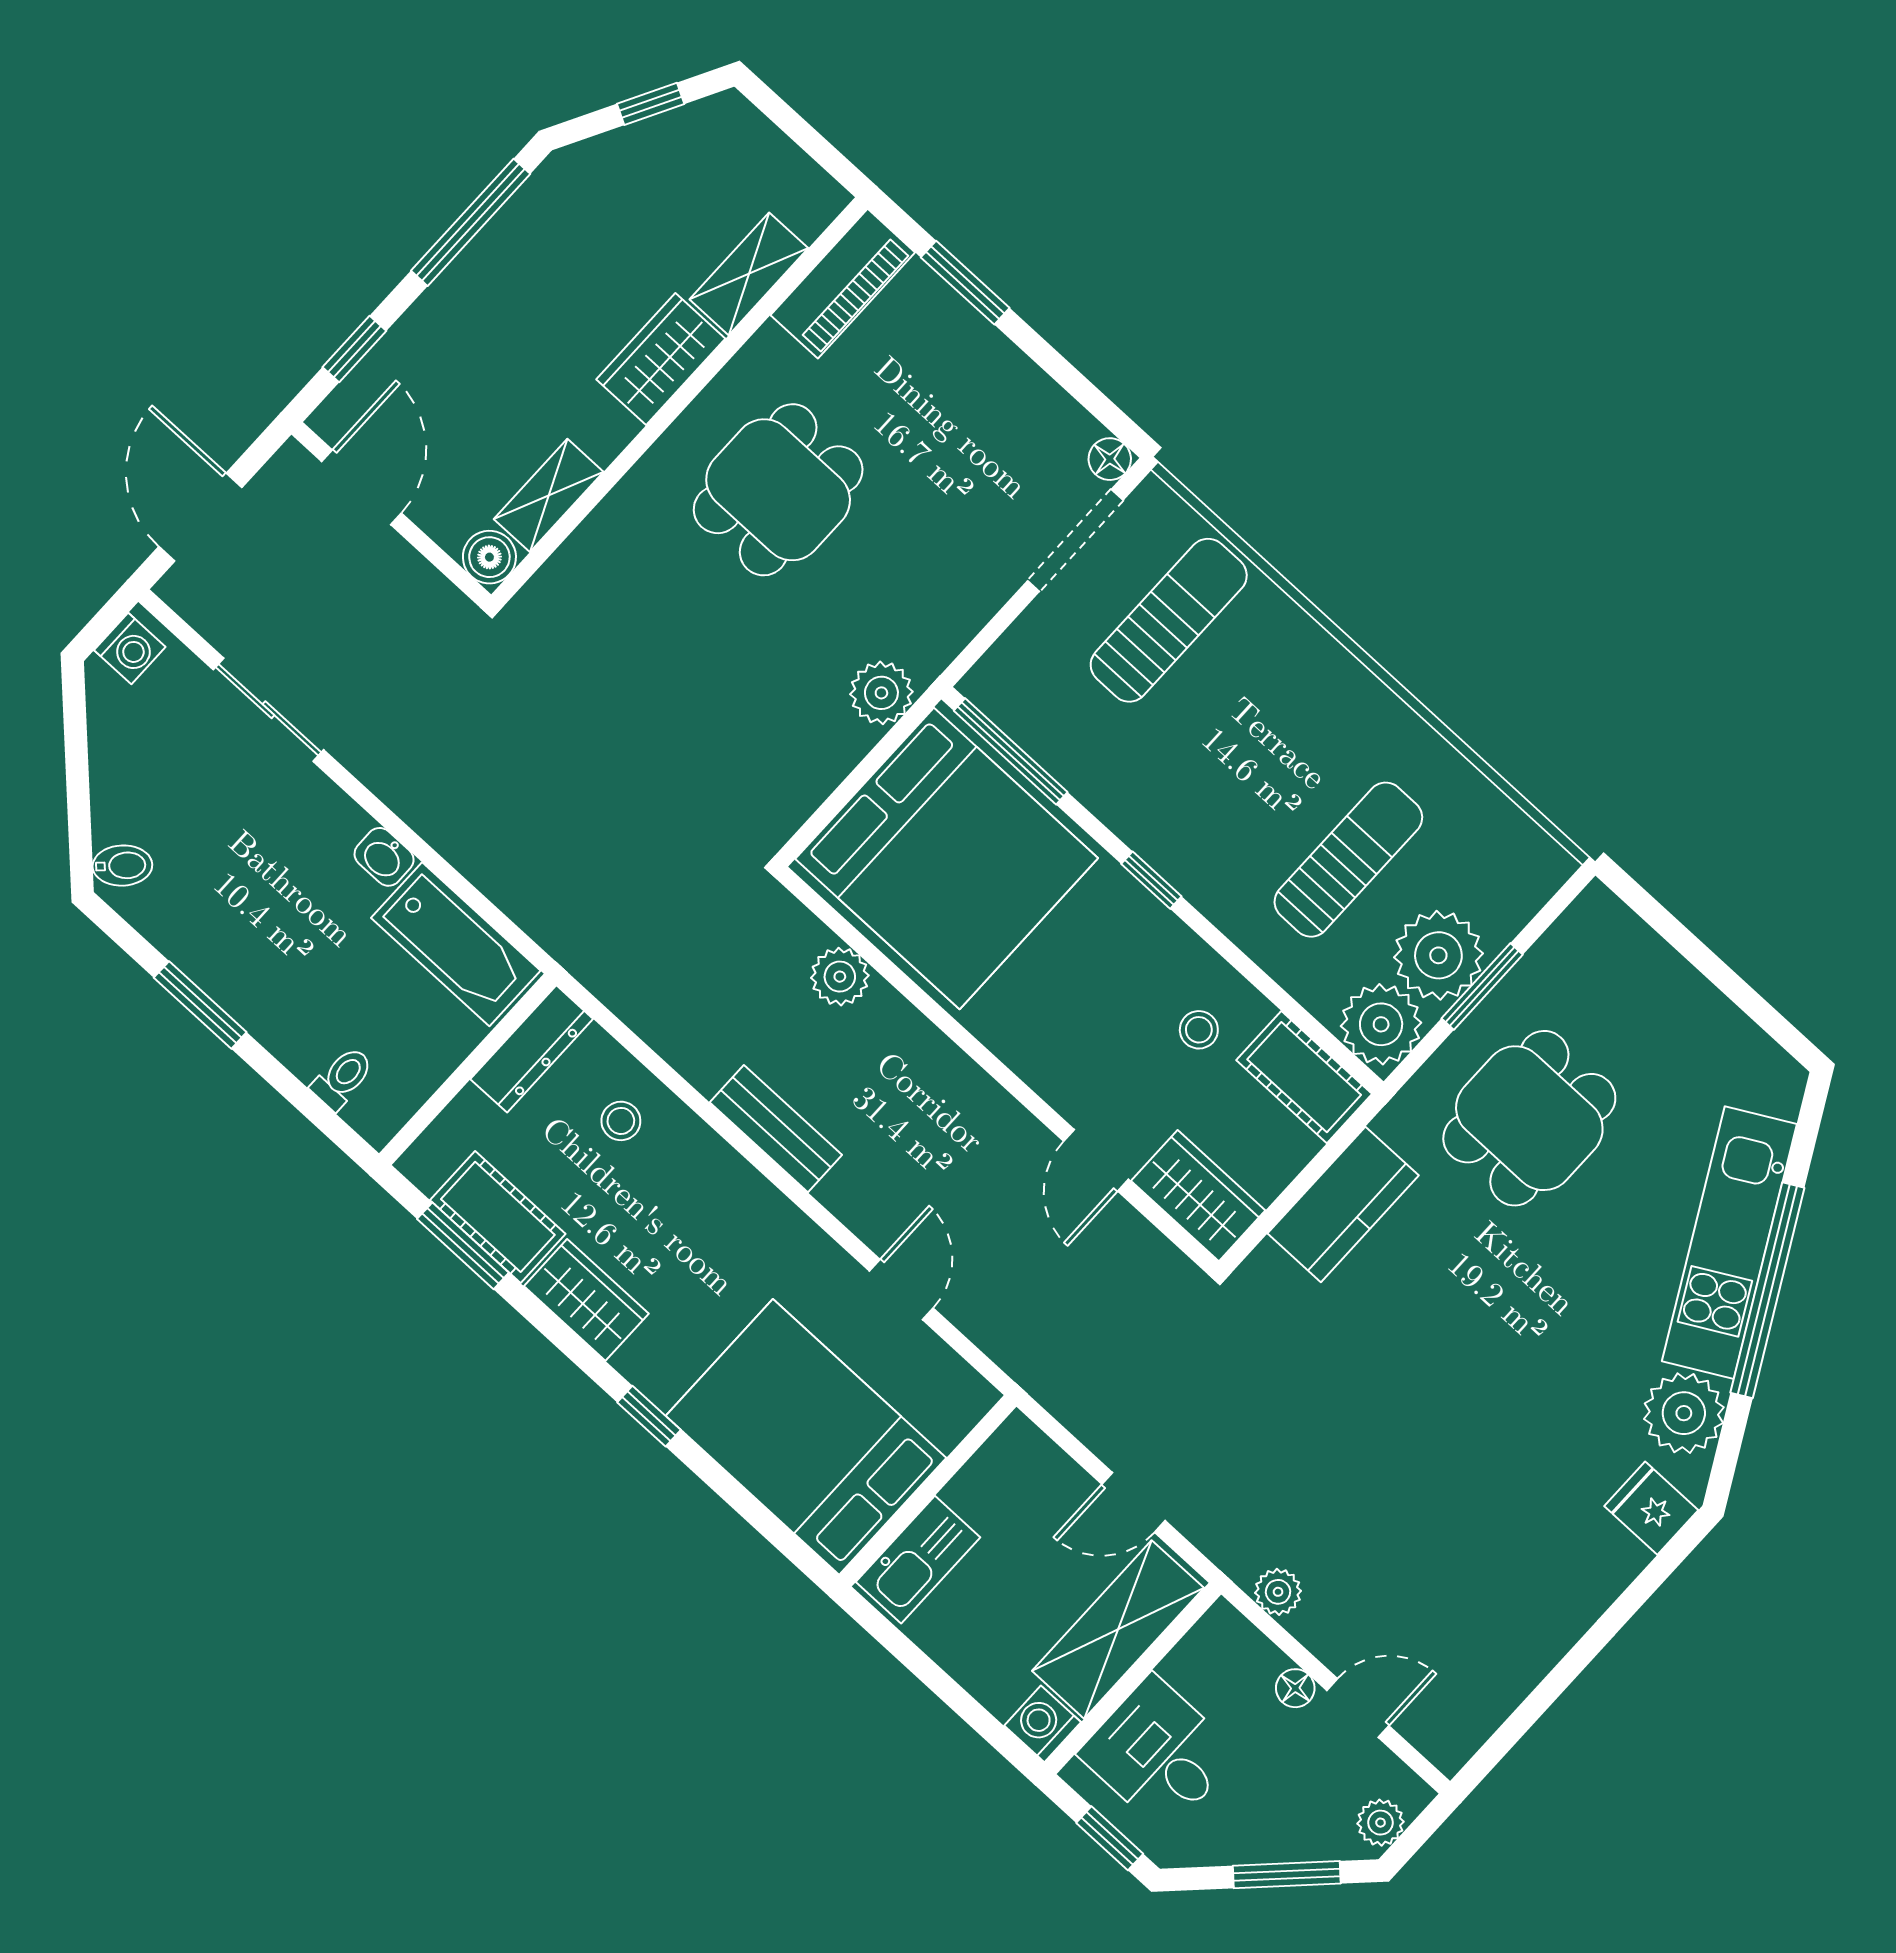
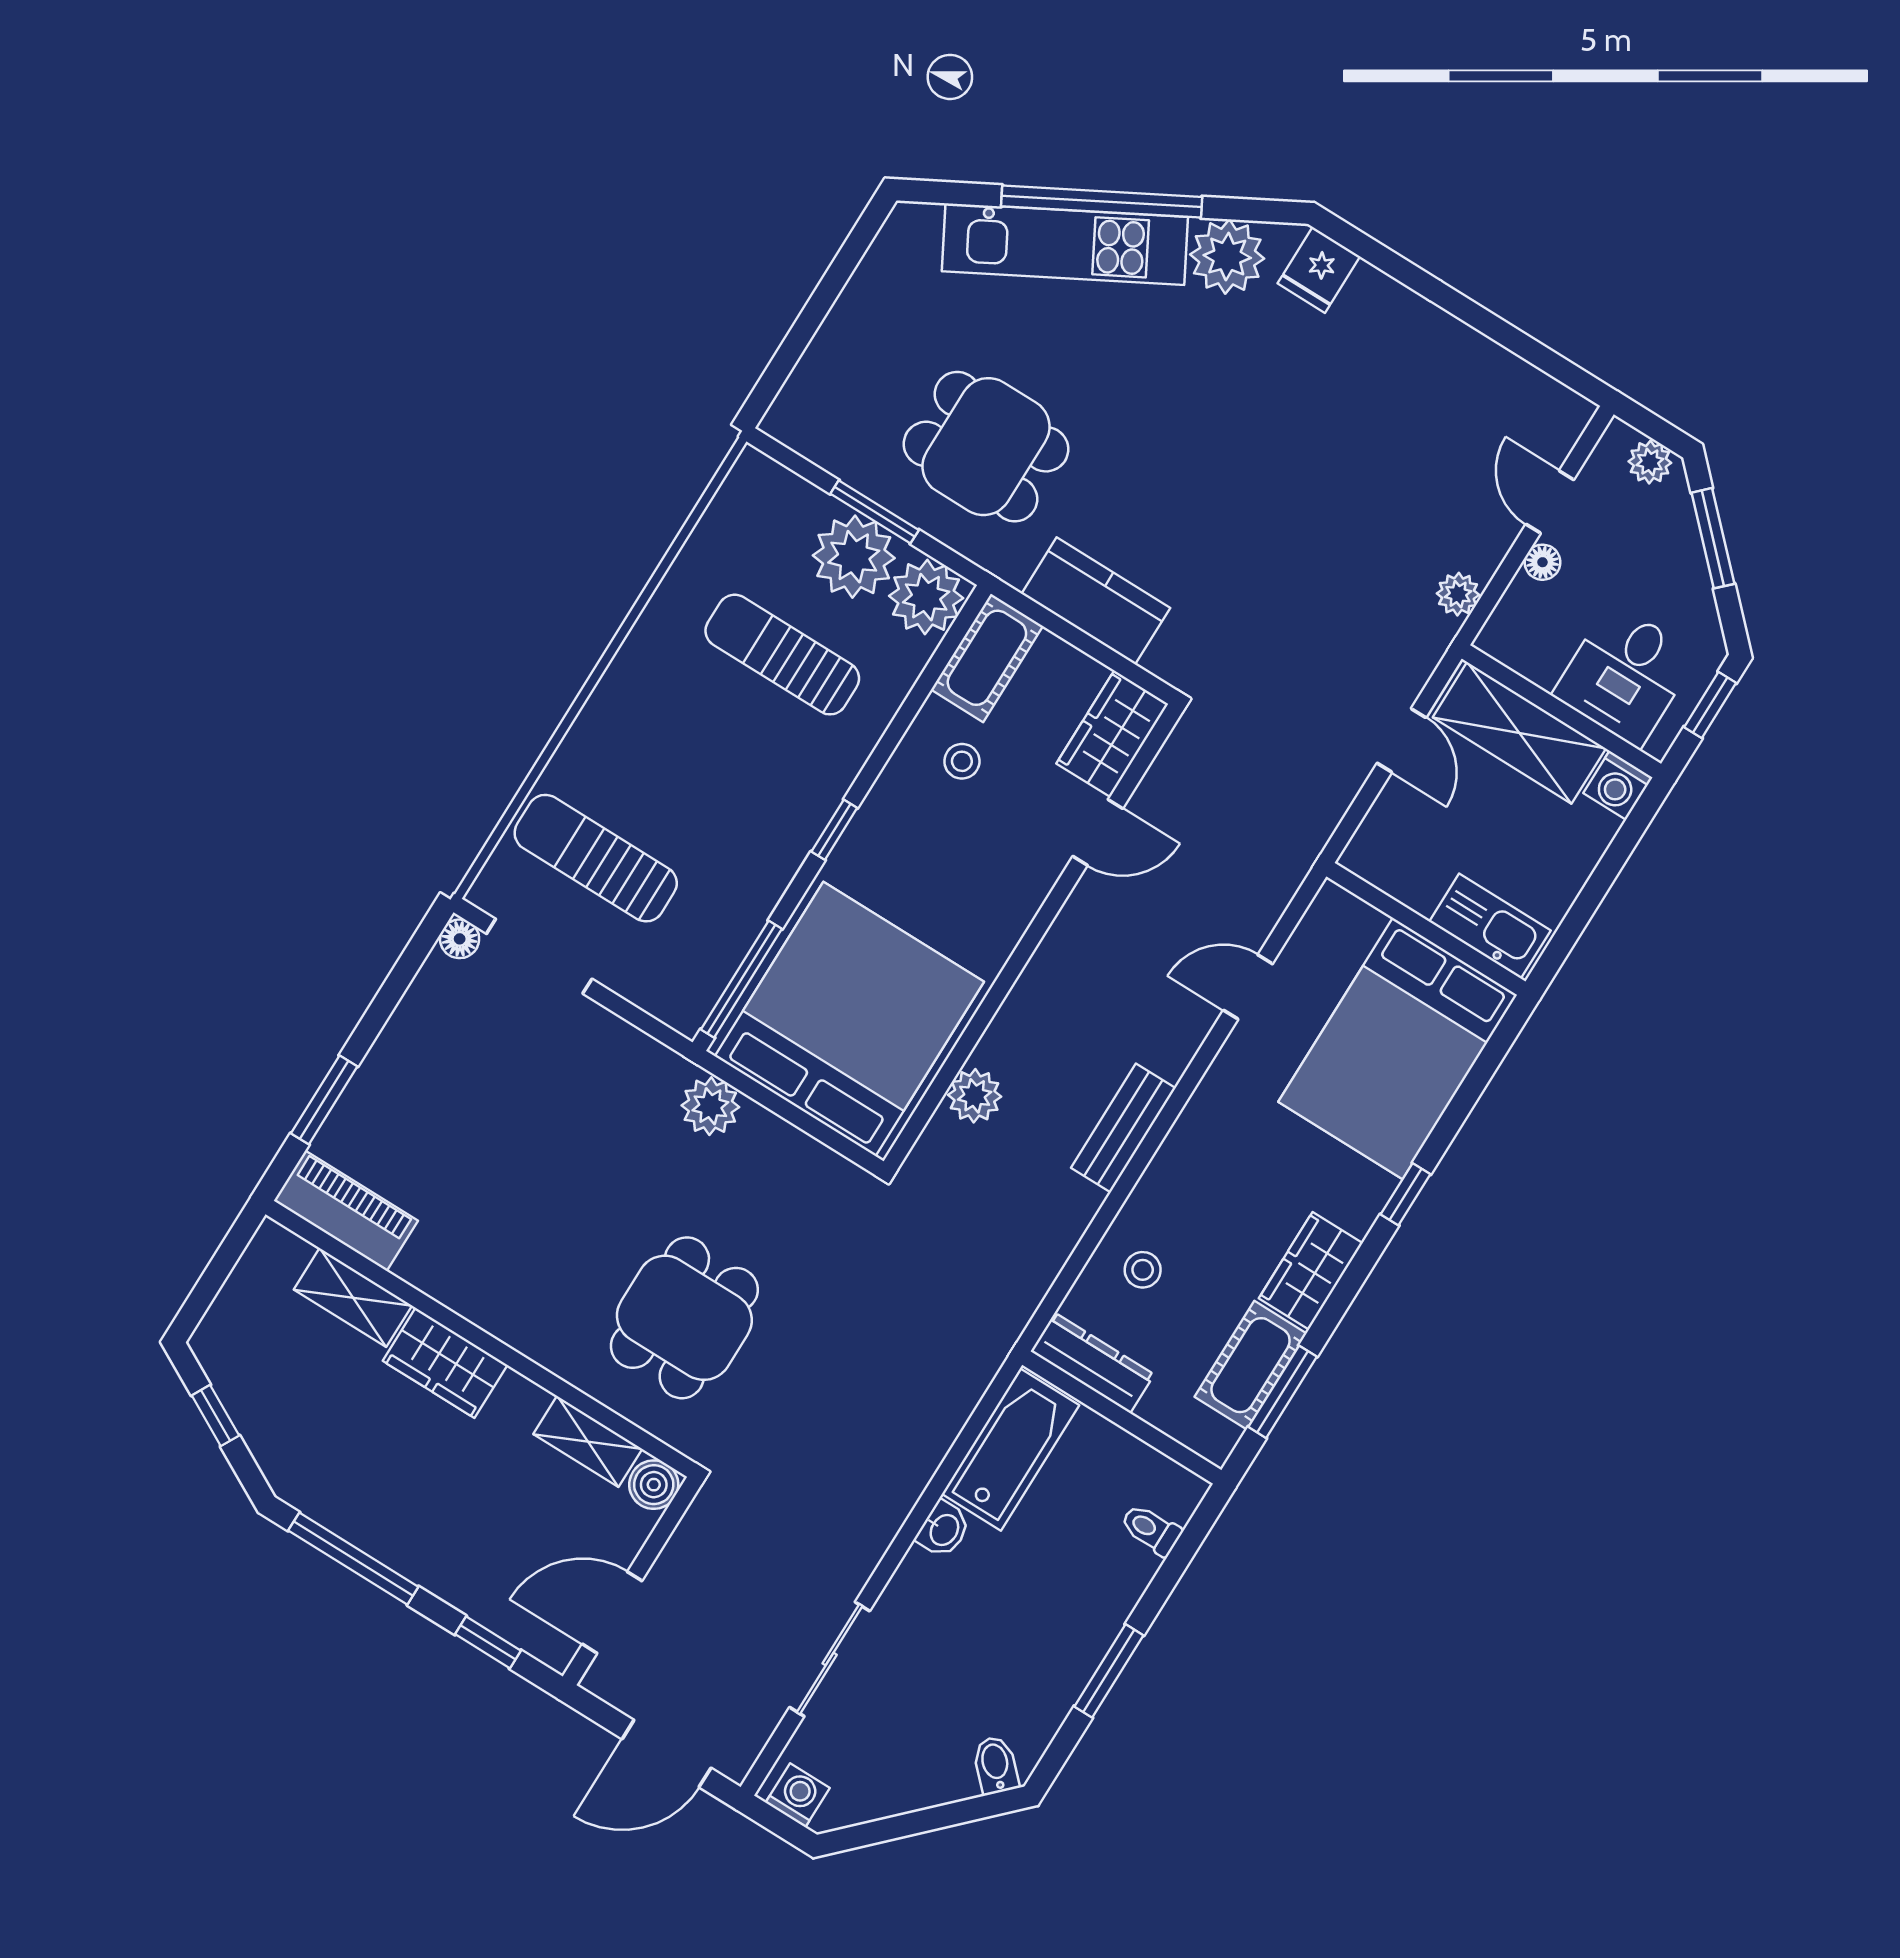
dining table: (778, 490) -> (684, 1318), moved, turned 90

